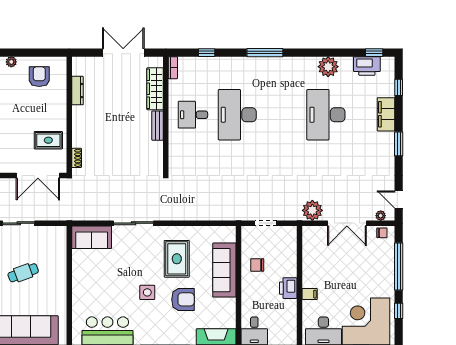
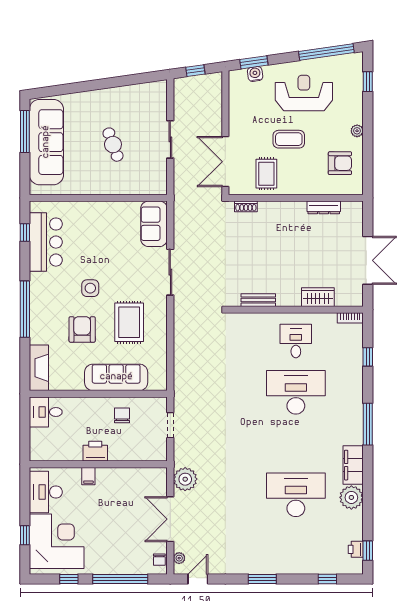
printer: (367, 66) -> (356, 549), width x0.53, depth x0.68
wardrobe: (155, 89) -> (318, 297), width x0.67
filing cabinet: (386, 114) -> (353, 465), moved, turned -90
coffee table: (18, 121) -> (289, 139), added
bench: (158, 126) -> (258, 300), moved
rug: (177, 259) -> (129, 322), turned 90
armchair: (183, 299) -> (82, 329), turned 180

